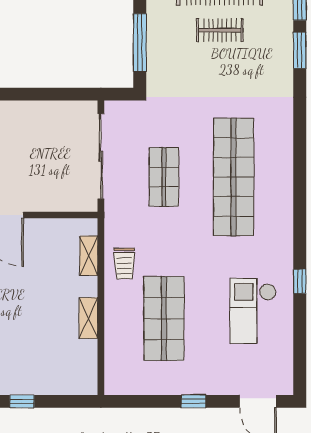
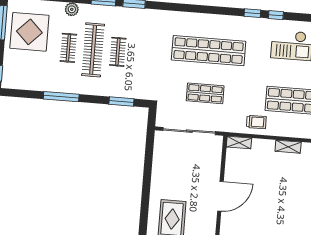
window: (140, 43) -> (121, 102), width x0.69
window: (300, 243) -> (252, 13), added
shelving: (89, 256) -> (239, 143), moved

